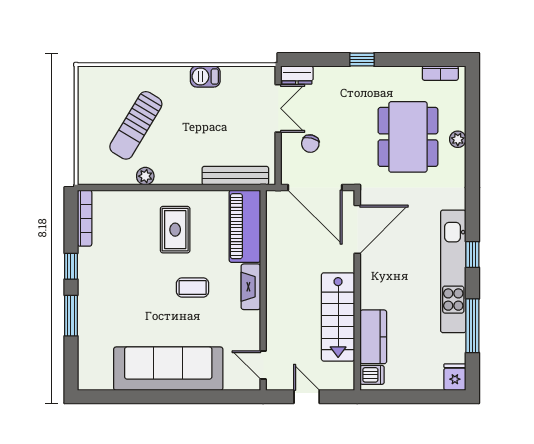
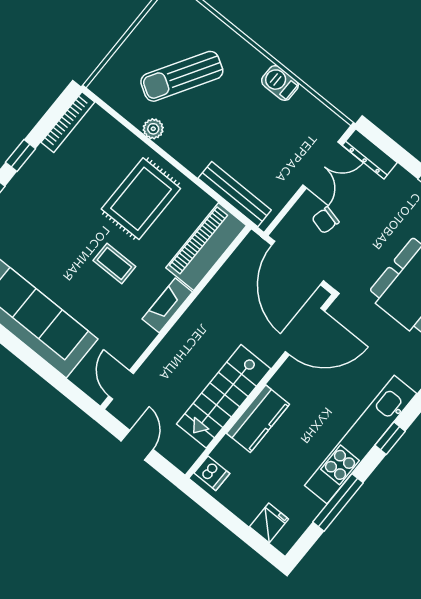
dresser: (297, 75) -> (370, 154), width x1.44
rug: (175, 230) -> (141, 199), width x1.36, depth x1.43
kitchen counter: (373, 337) -> (258, 419), moved
fridge: (455, 377) -> (269, 523), moved

